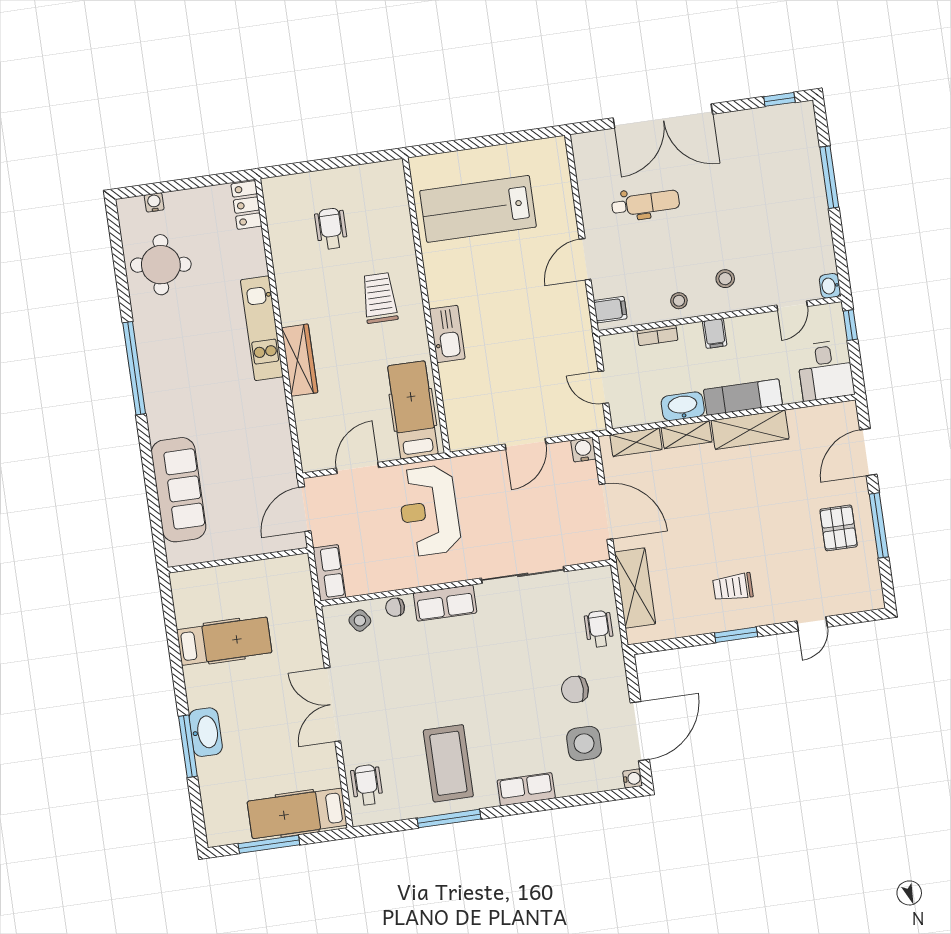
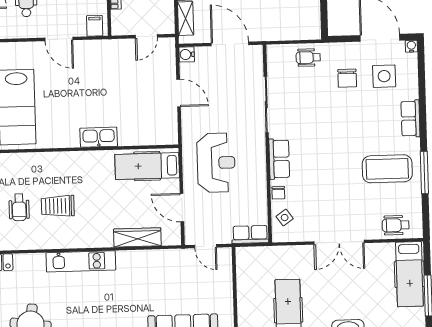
wheelchair: (331, 229) -> (19, 207), turned -90
trolley: (380, 298) -> (58, 206), moved
wardrobe: (300, 360) -> (137, 237), moved
door: (305, 509) -> (206, 246), width x0.73
reception desk: (429, 511) -> (216, 163), turned -90
door: (606, 512) -> (230, 44), hinge flipped
shelving: (635, 588) -> (284, 30), removed

